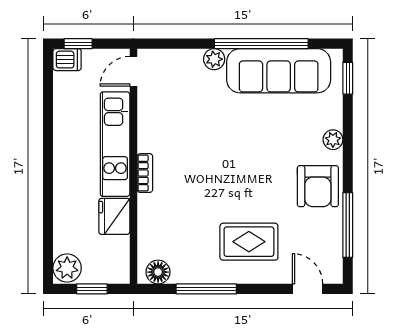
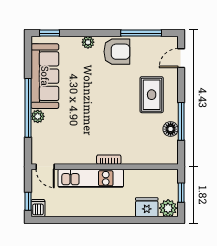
window: (261, 44) -> (28, 108), moved
fridge: (114, 216) -> (147, 207), moved, turned 180
floor lamp: (158, 272) -> (171, 129), moved

